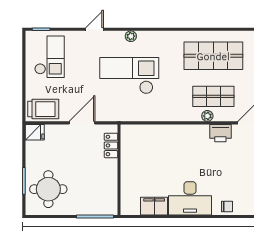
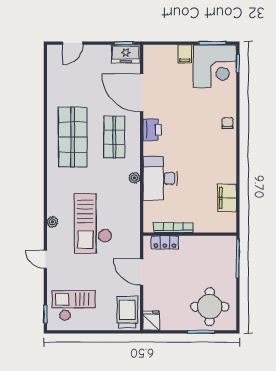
plant: (207, 116) -> (134, 178), moved
bookcase: (125, 154) -> (174, 228), added
desk: (190, 198) -> (160, 179), moved, turned 180

